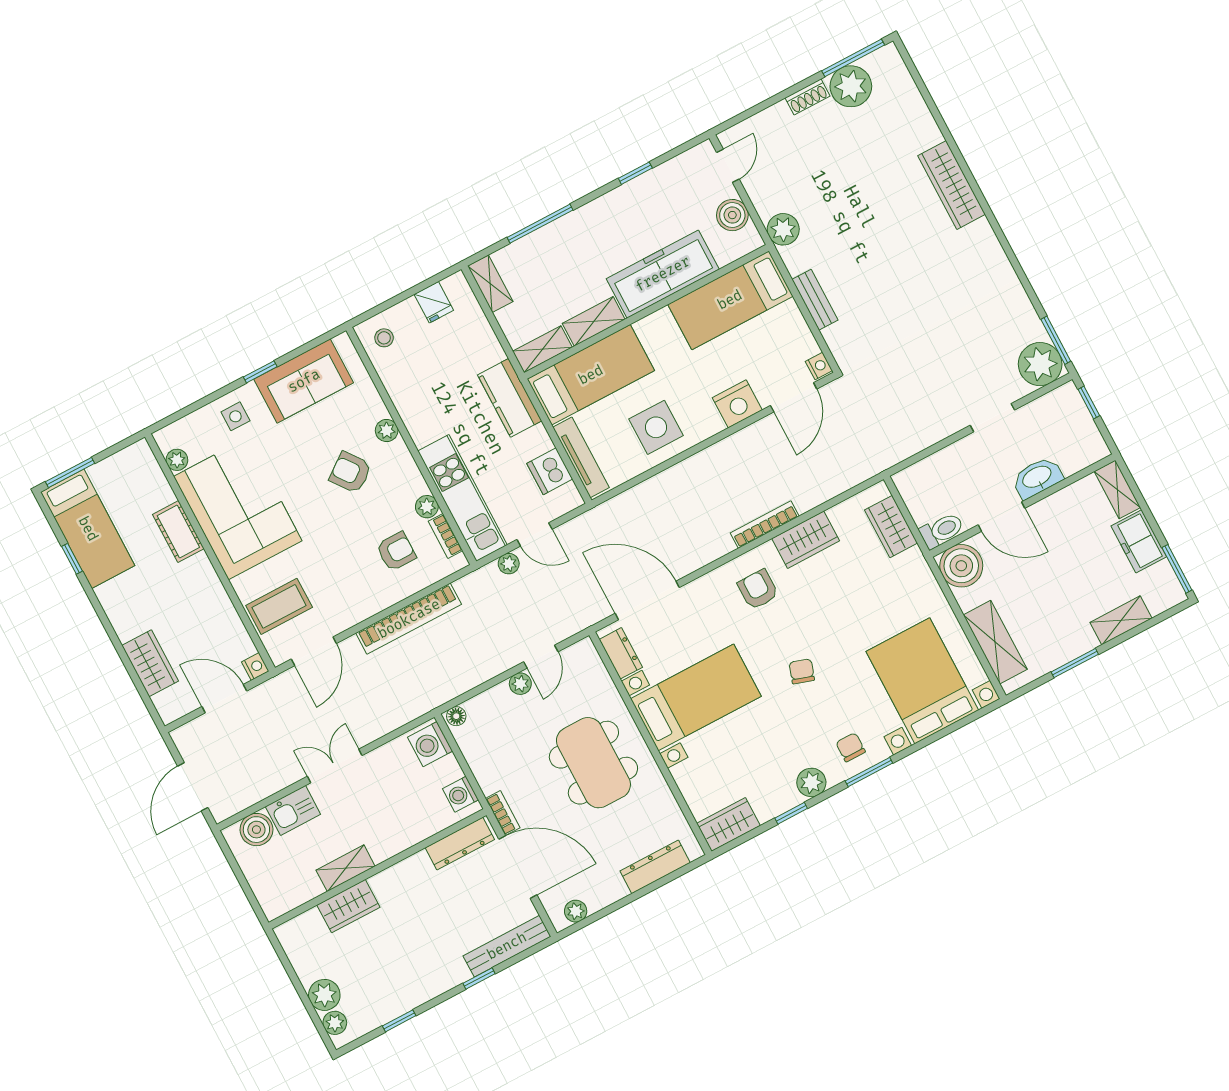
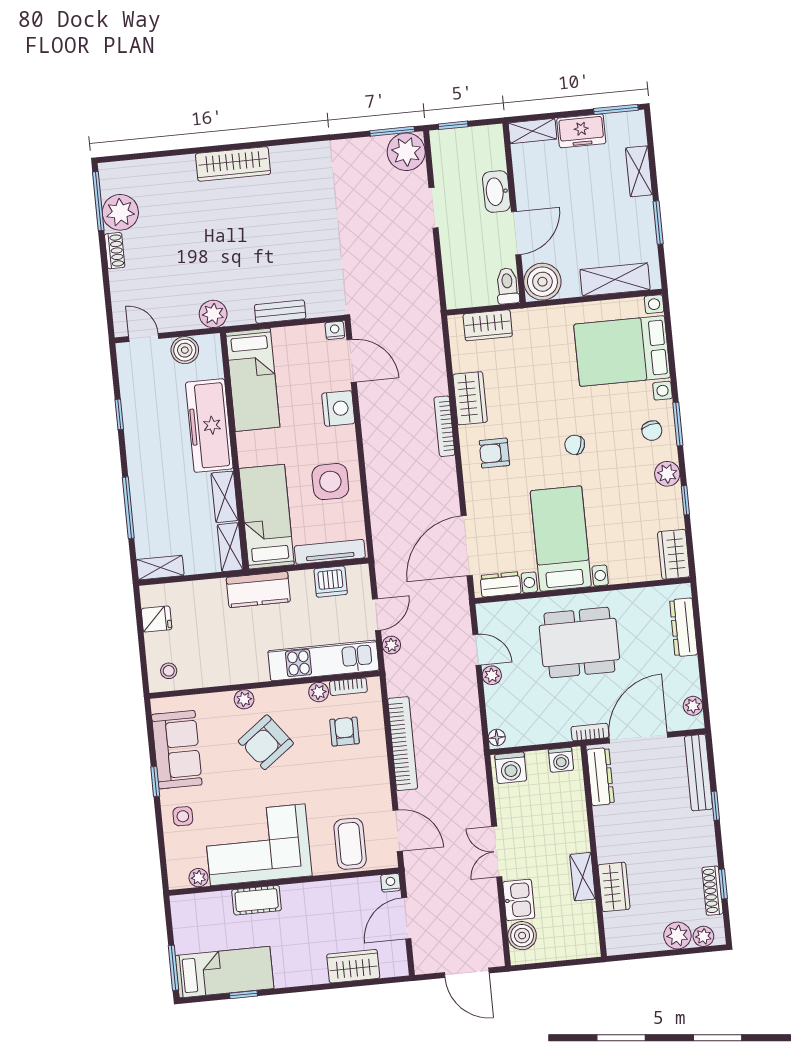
armchair: (350, 472) -> (266, 742), width x1.38, depth x1.38
chair: (851, 747) -> (652, 431), turned -102
shoe rack: (387, 1013) -> (712, 891), added

